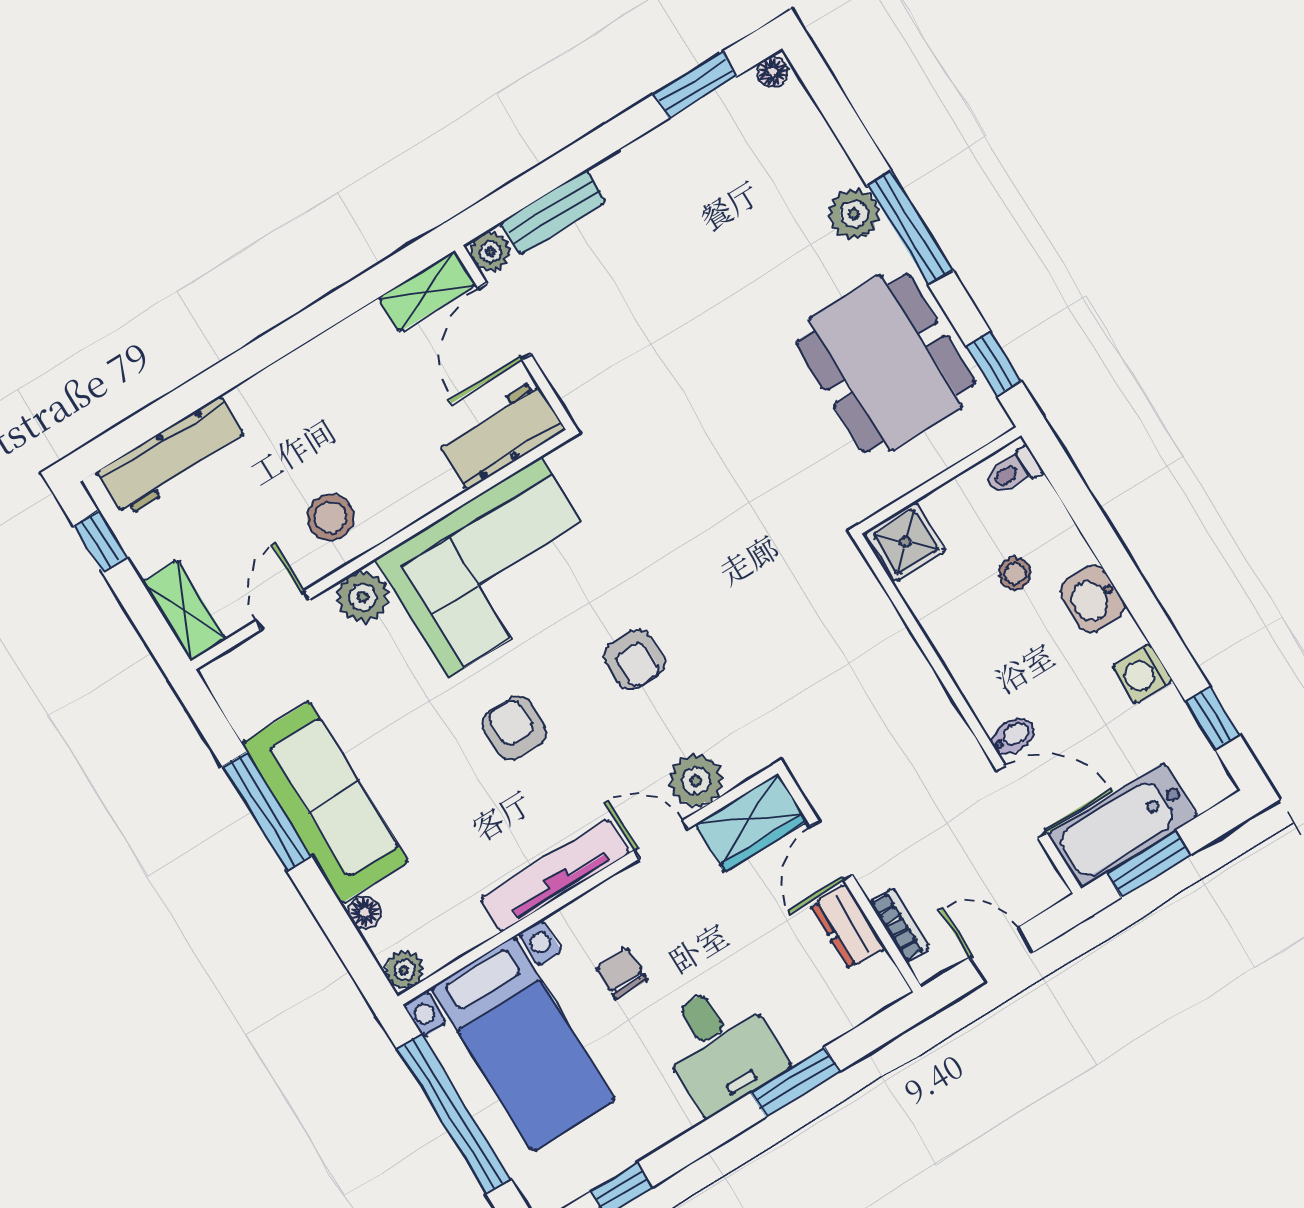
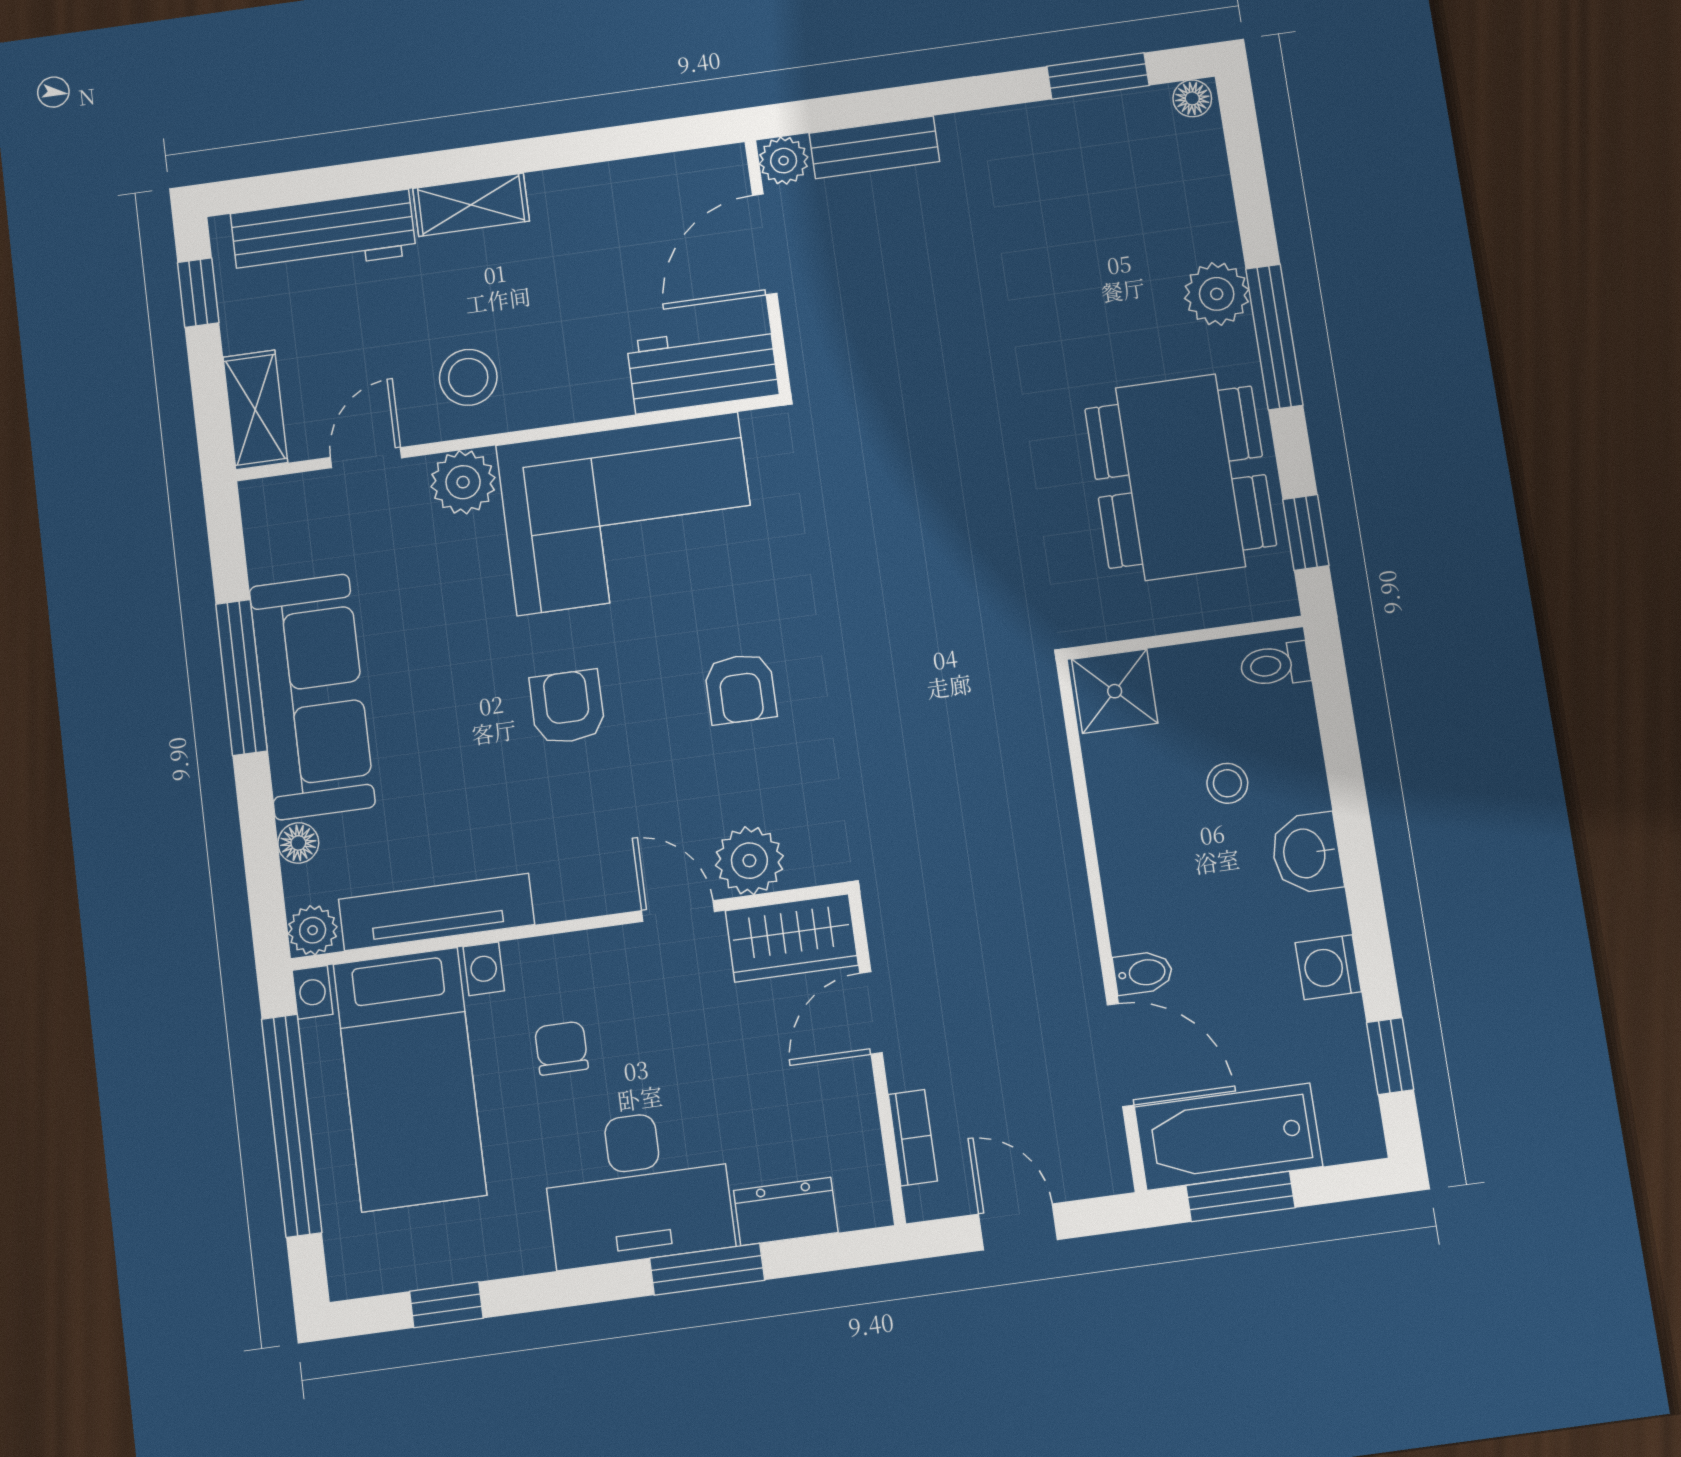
shelving: (427, 291) -> (471, 205), moved
tv unit: (555, 875) -> (437, 912), moved
dresser: (848, 926) -> (786, 1212), moved, turned 90
desk: (720, 1047) -> (637, 1187), width x1.37

